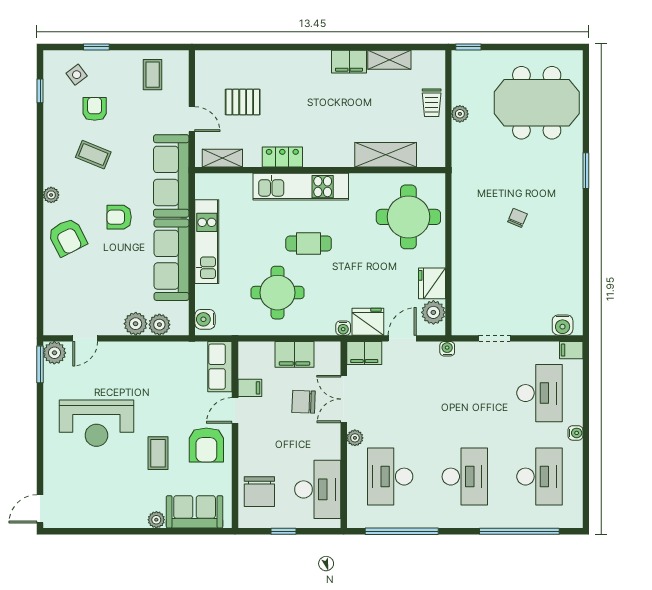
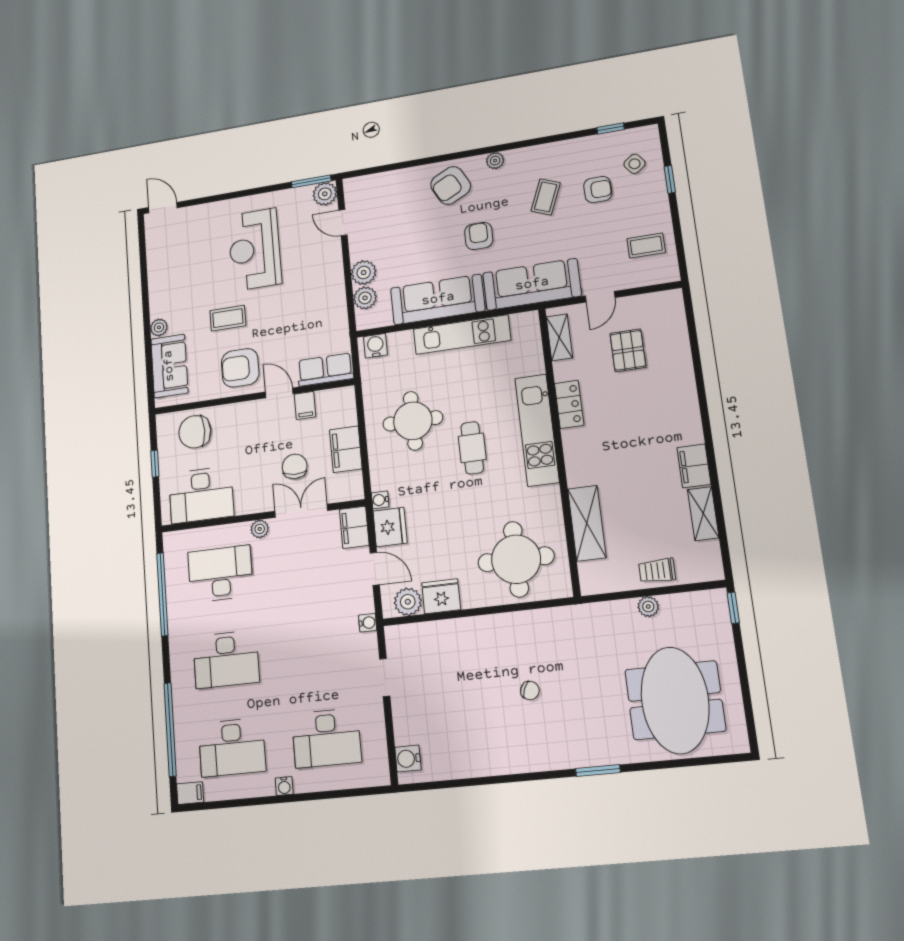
filing cabinet: (571, 350) -> (190, 793), moved, turned 90

